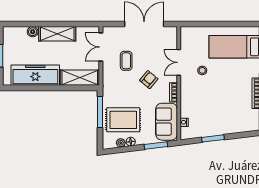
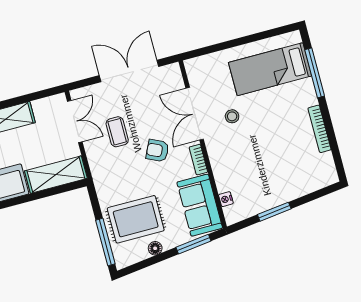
double door: (101, 47) -> (75, 121), swing flipped
double door: (179, 62) -> (195, 114), width x1.37
armchair: (149, 80) -> (157, 151), turned -105
window: (100, 112) -> (105, 242), moved
plant: (121, 143) -> (141, 254), removed

